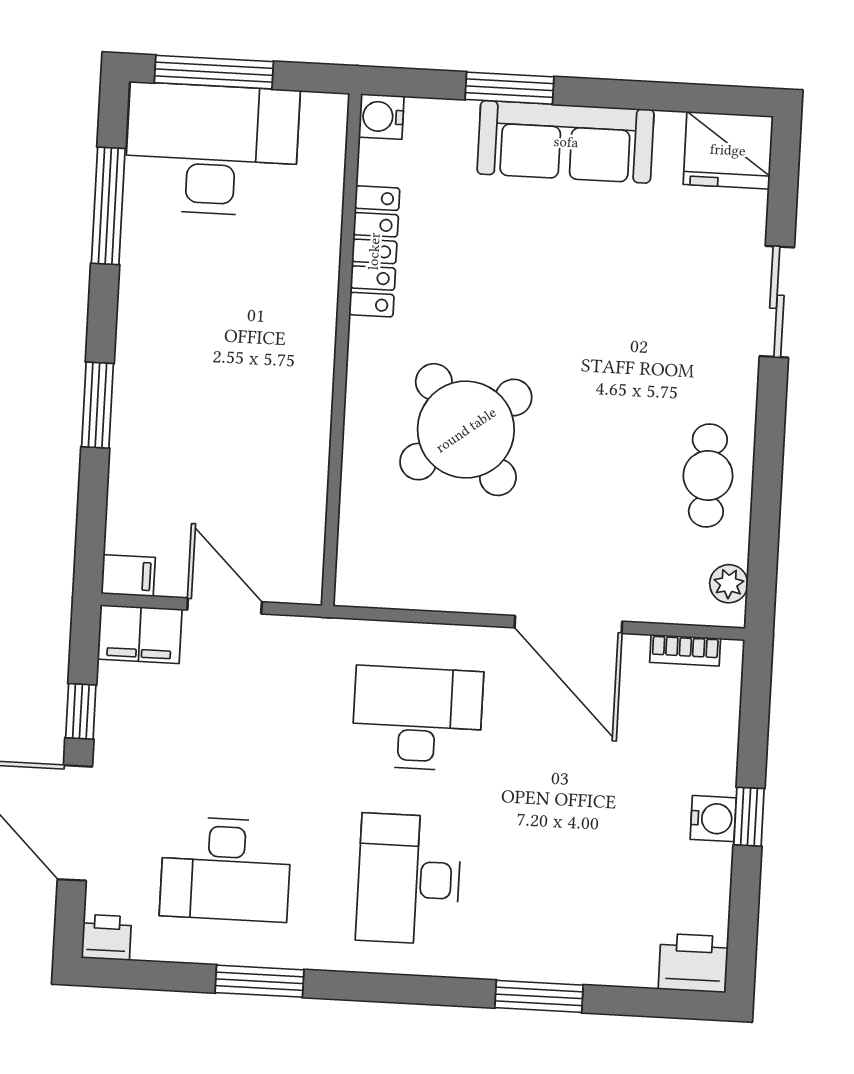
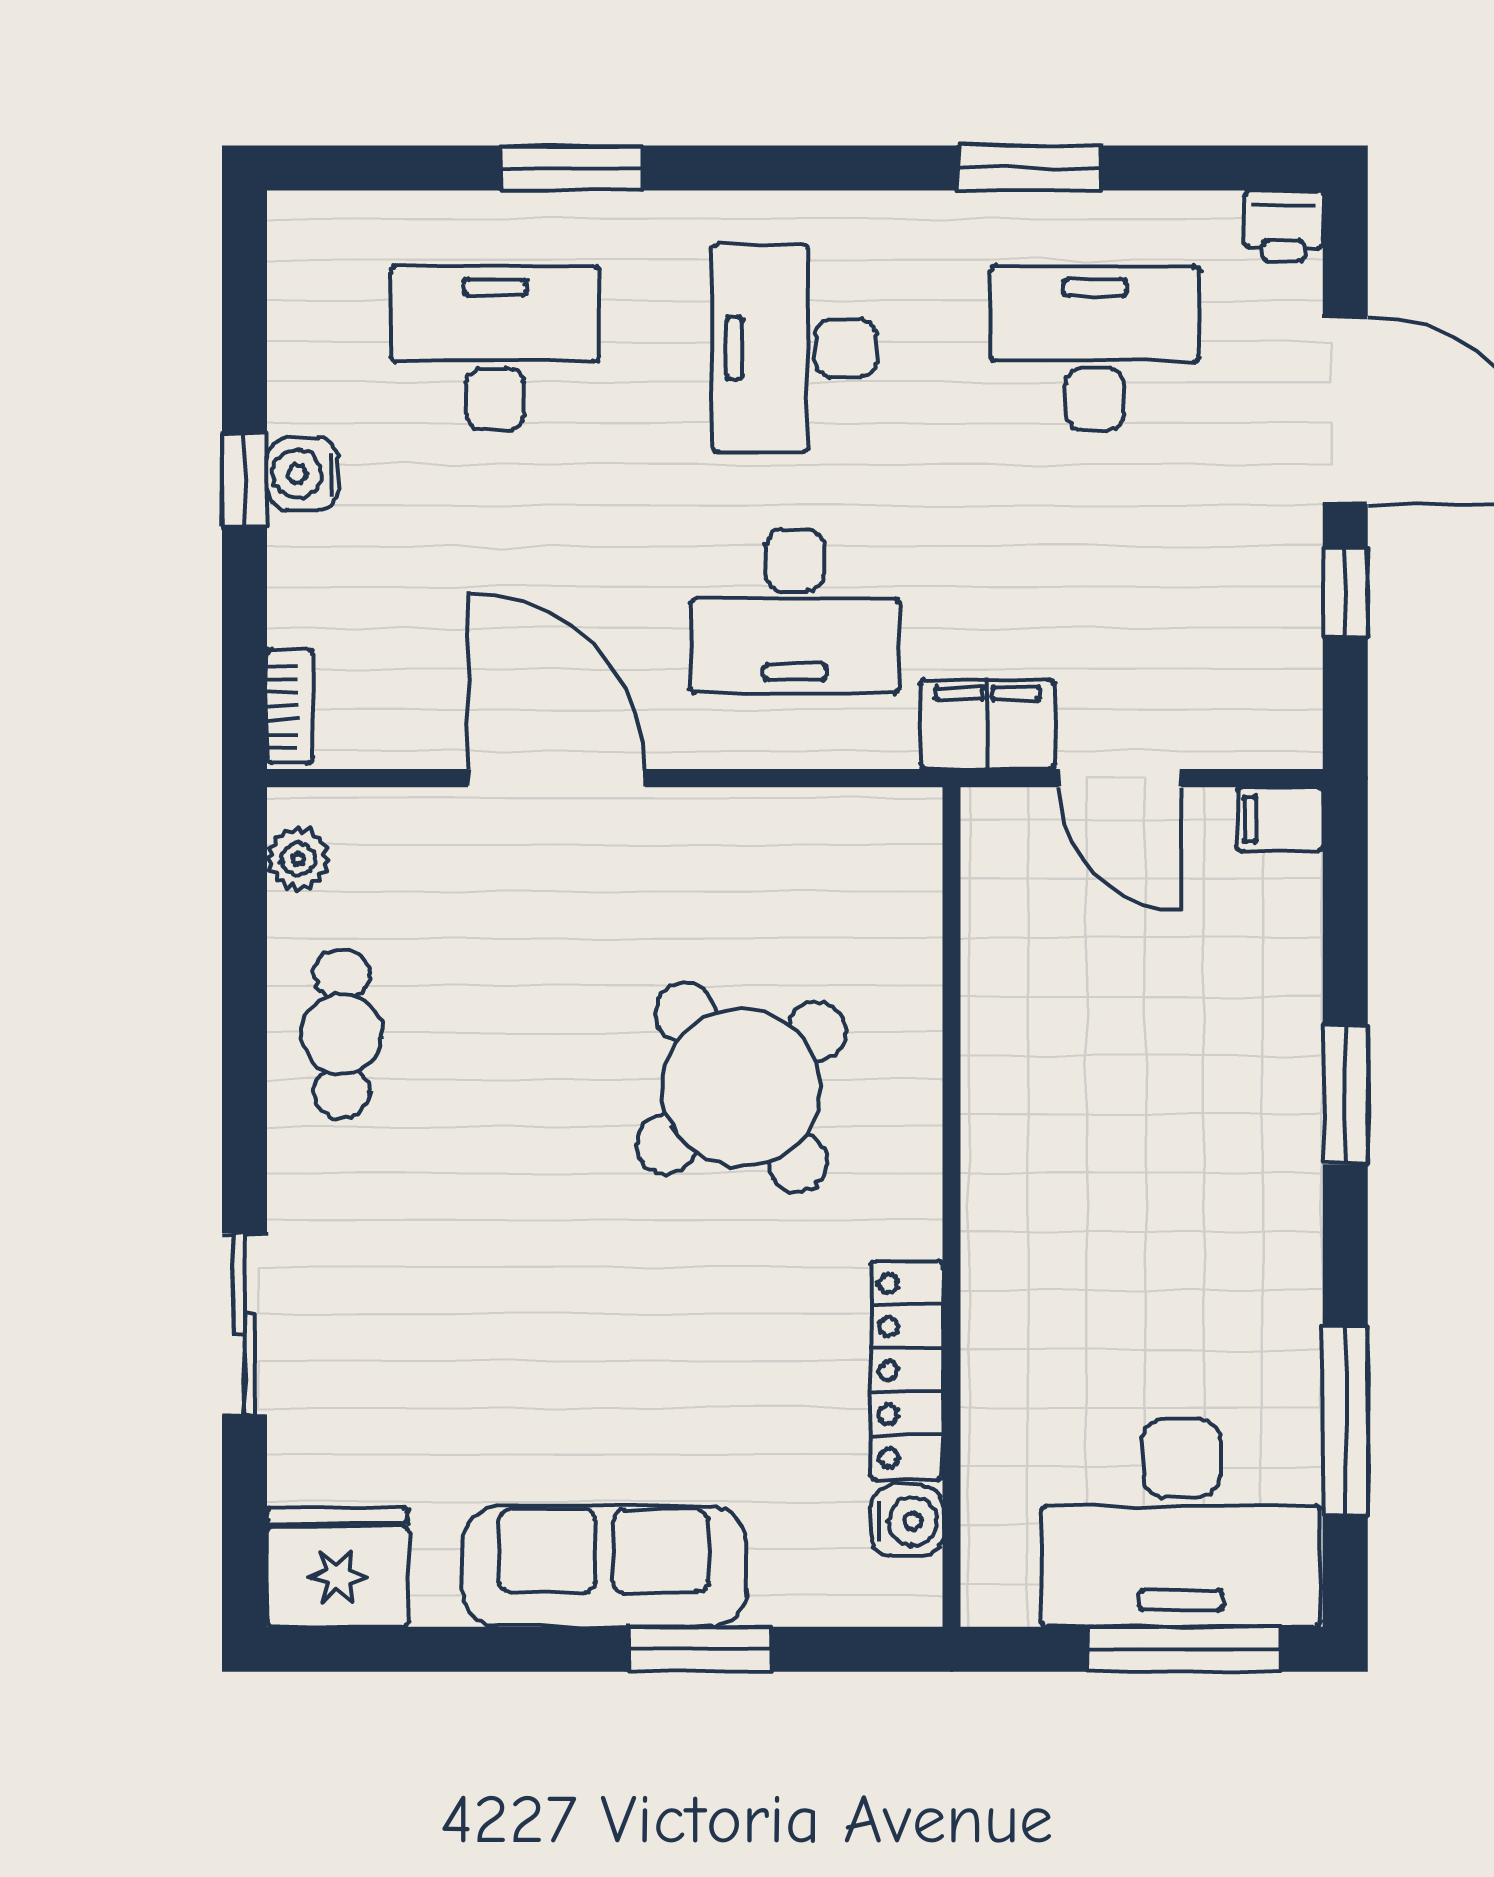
water cooler: (381, 117) -> (907, 1521), moved
filing cabinet: (140, 634) -> (988, 724), moved
bookcase: (685, 650) -> (290, 706), moved, turned 90
desk: (409, 879) -> (795, 348), turned 180
desk: (592, 889) -> (495, 348), added
printer: (693, 963) -> (322, 236), removed

